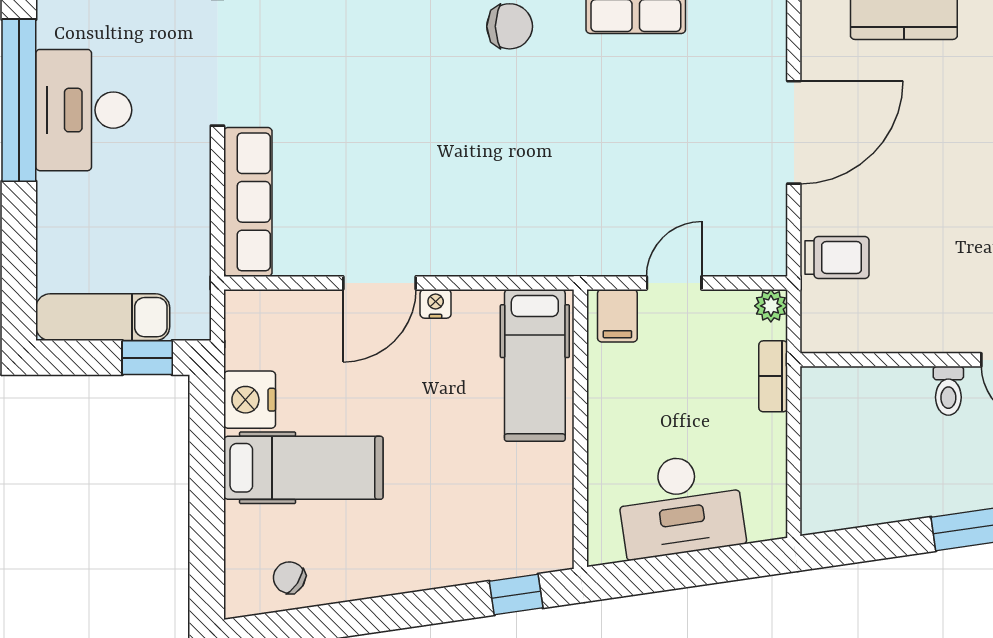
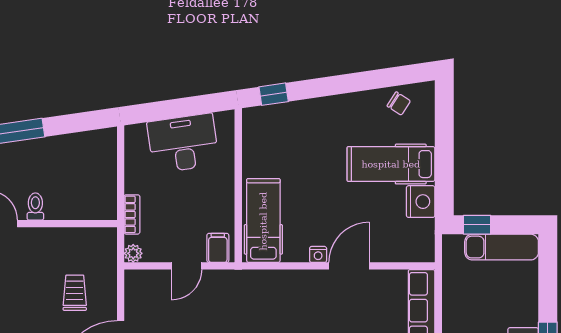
trolley: (837, 258) -> (75, 293), moved, turned 90

